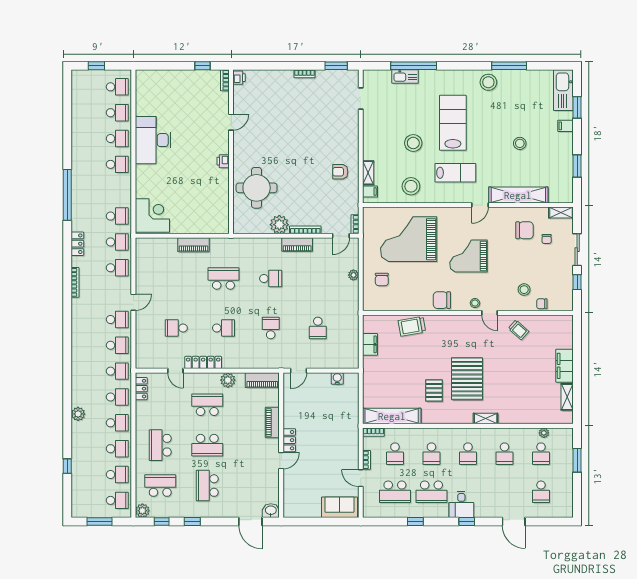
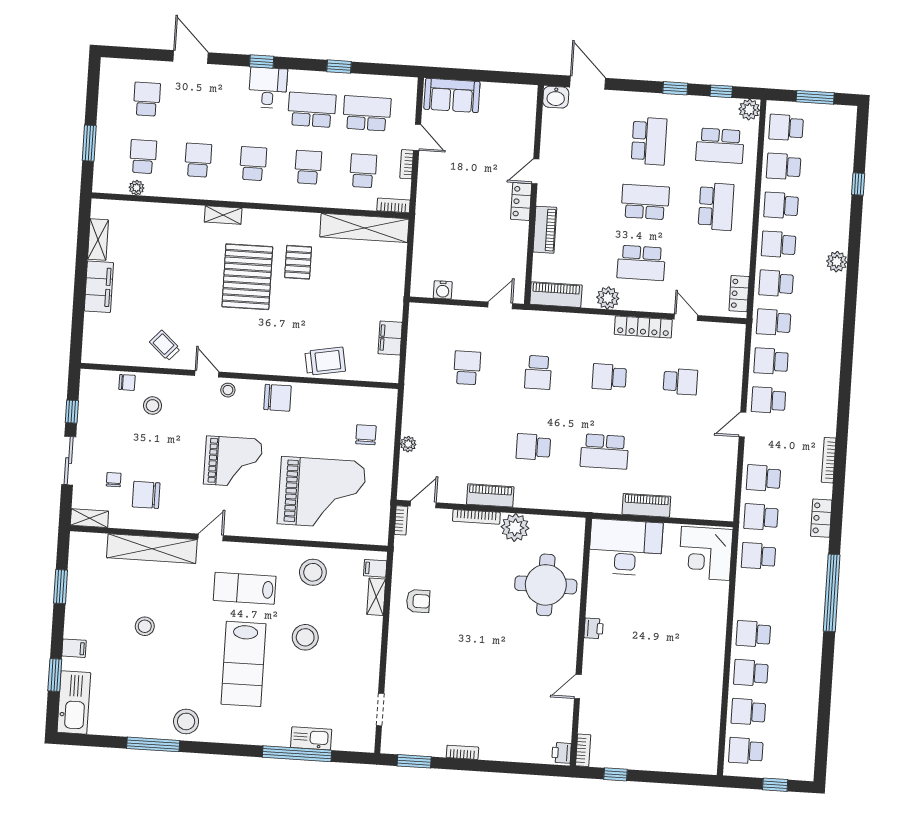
desk: (153, 140) -> (626, 547), moved, turned -90

